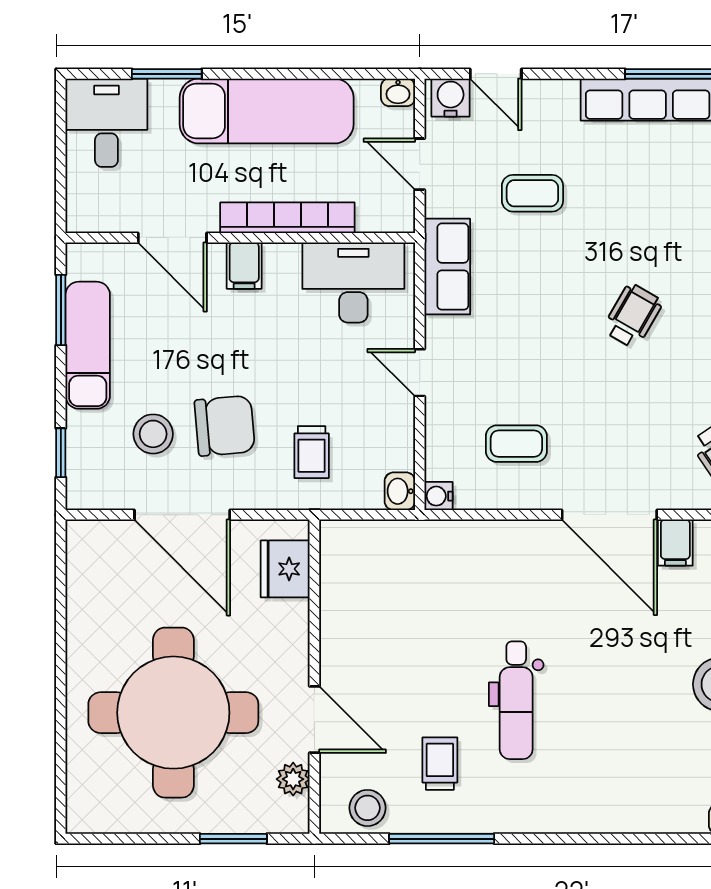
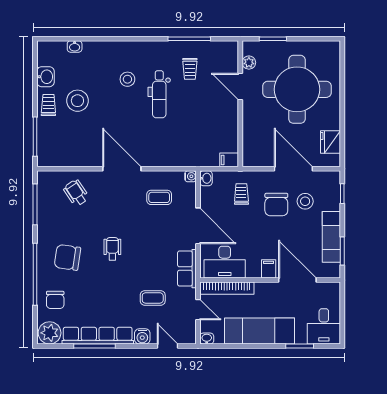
water cooler: (451, 98) -> (142, 336), moved
bookcase: (287, 218) -> (227, 288), moved
door: (172, 238) -> (297, 280), width x1.36
wheelchair: (633, 316) -> (112, 249), turned 150
door: (420, 373) -> (198, 226), width x1.88
chair: (225, 426) -> (276, 205), turned -85
filing cabinet: (675, 543) -> (229, 160), moved, turned -90
fridge: (285, 569) -> (330, 142), moved, turned 180
dental chair: (516, 700) -> (159, 94), turned 180
stool: (367, 808) -> (127, 79), moved

